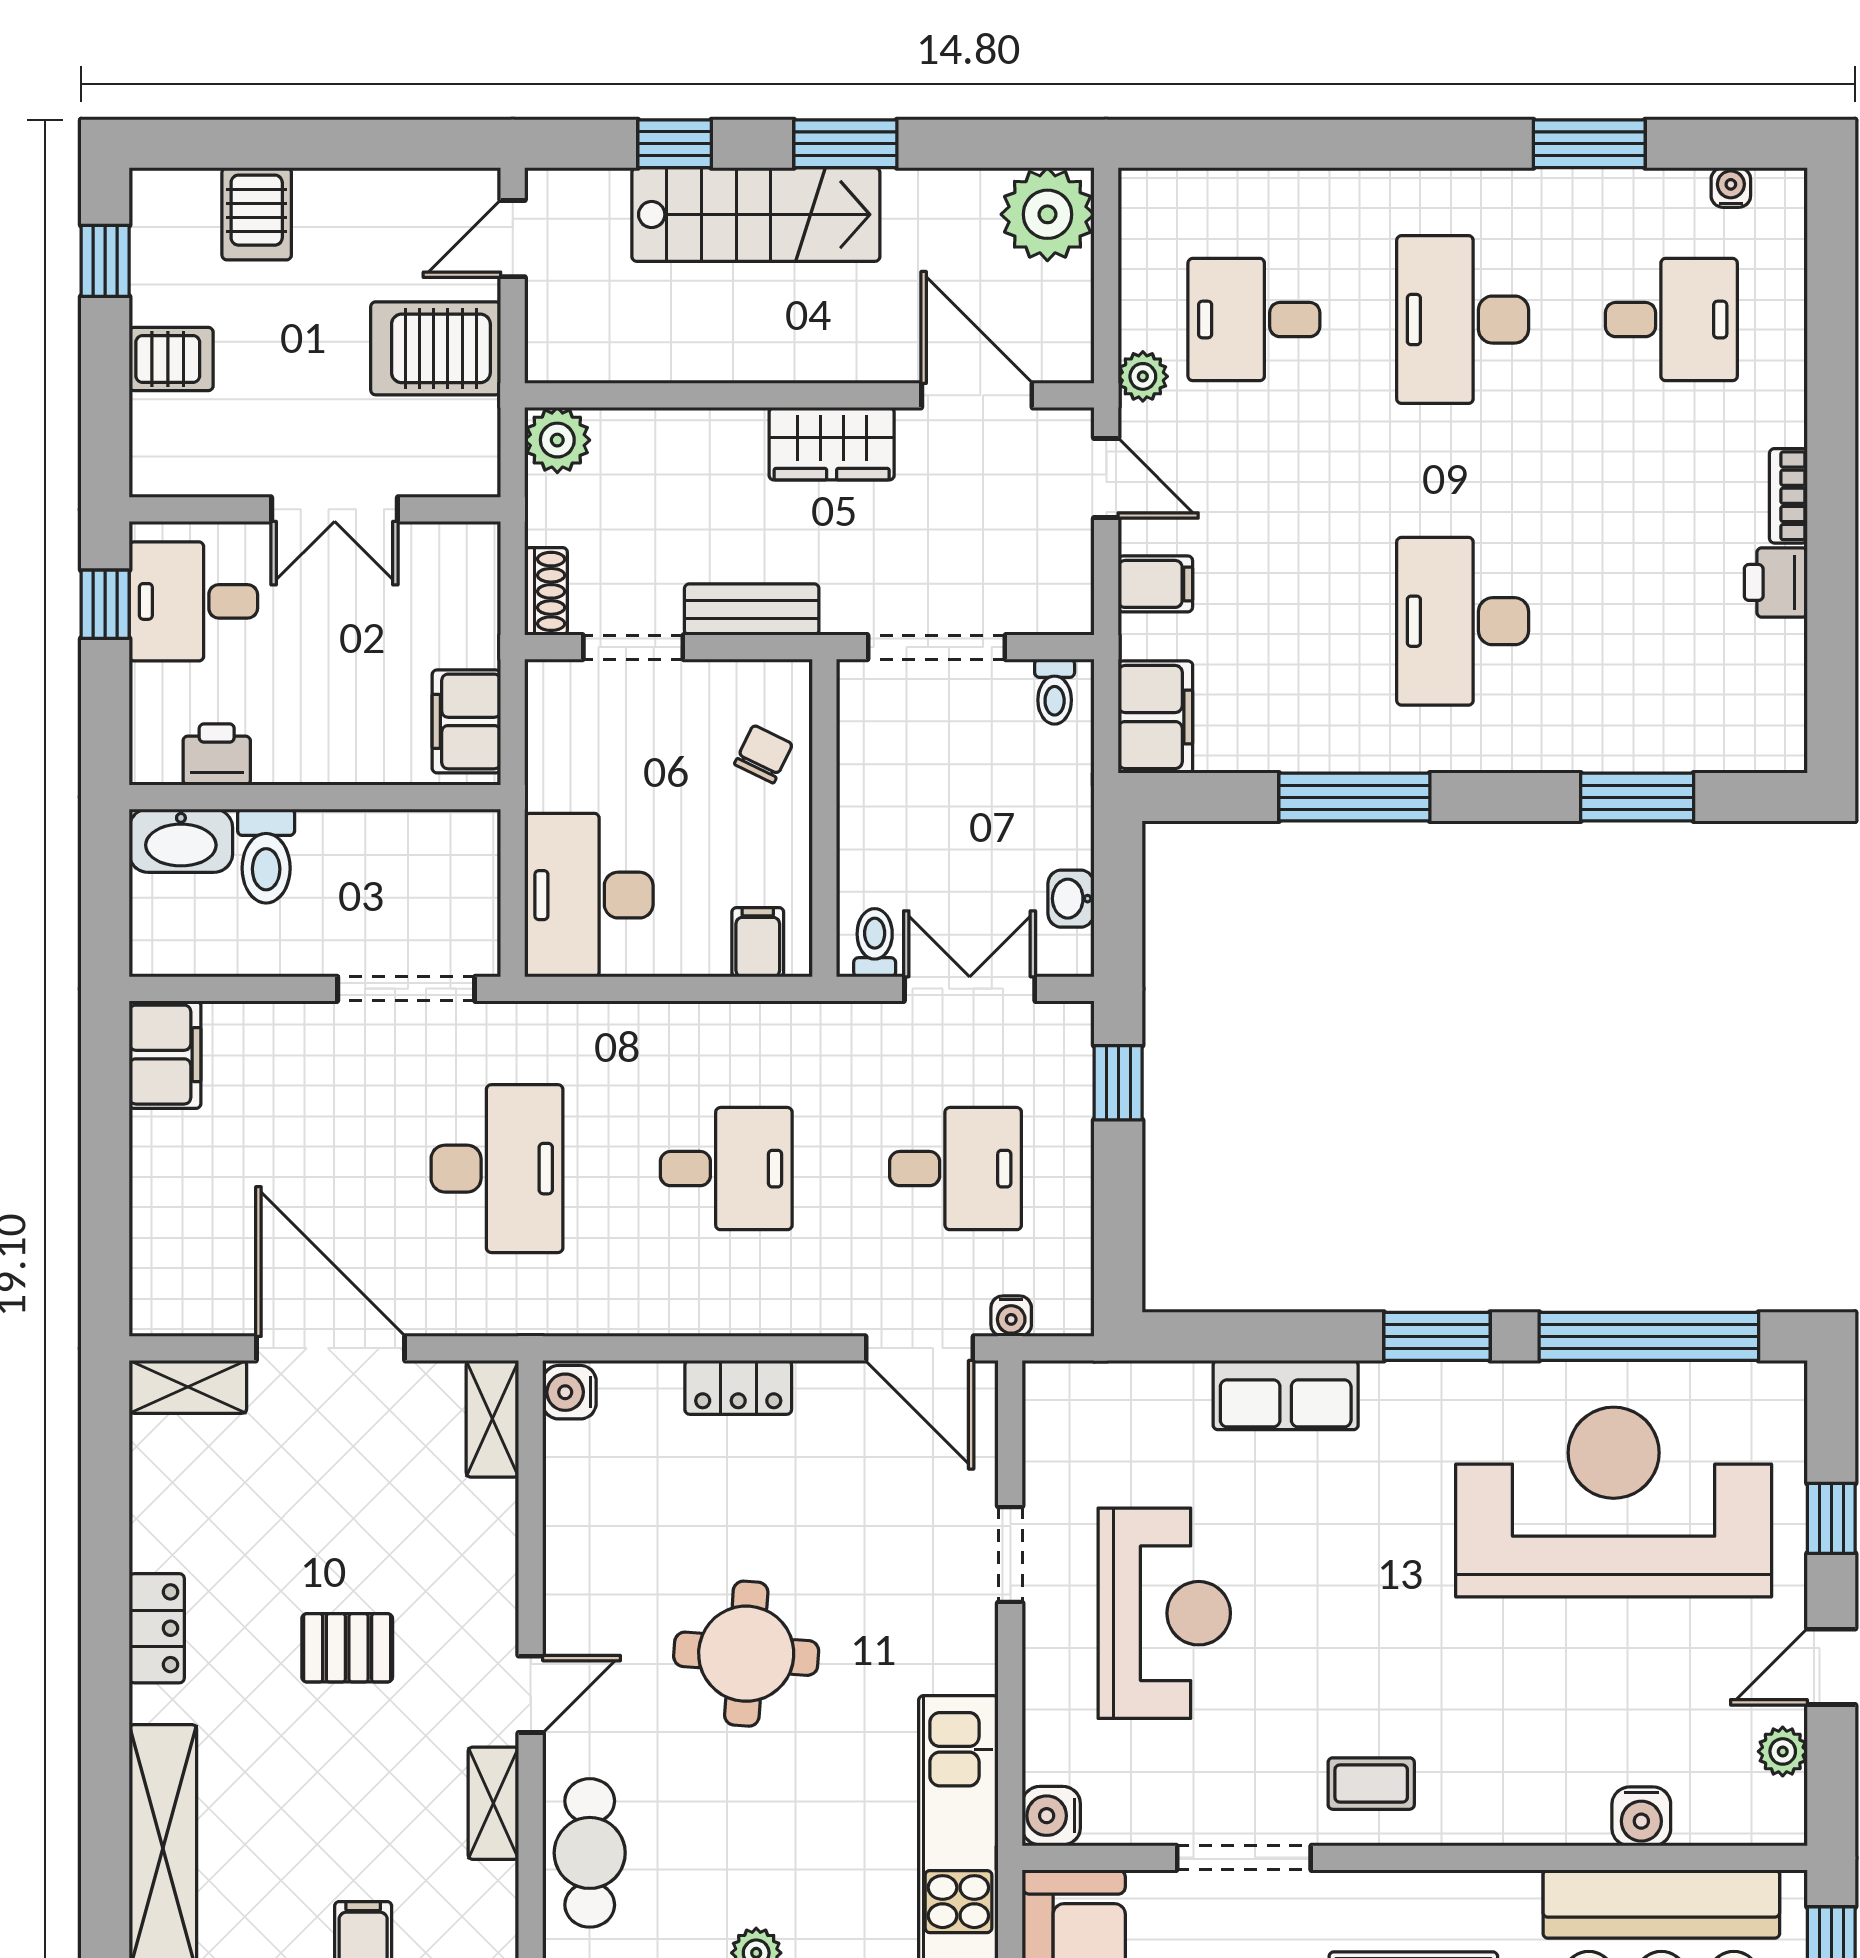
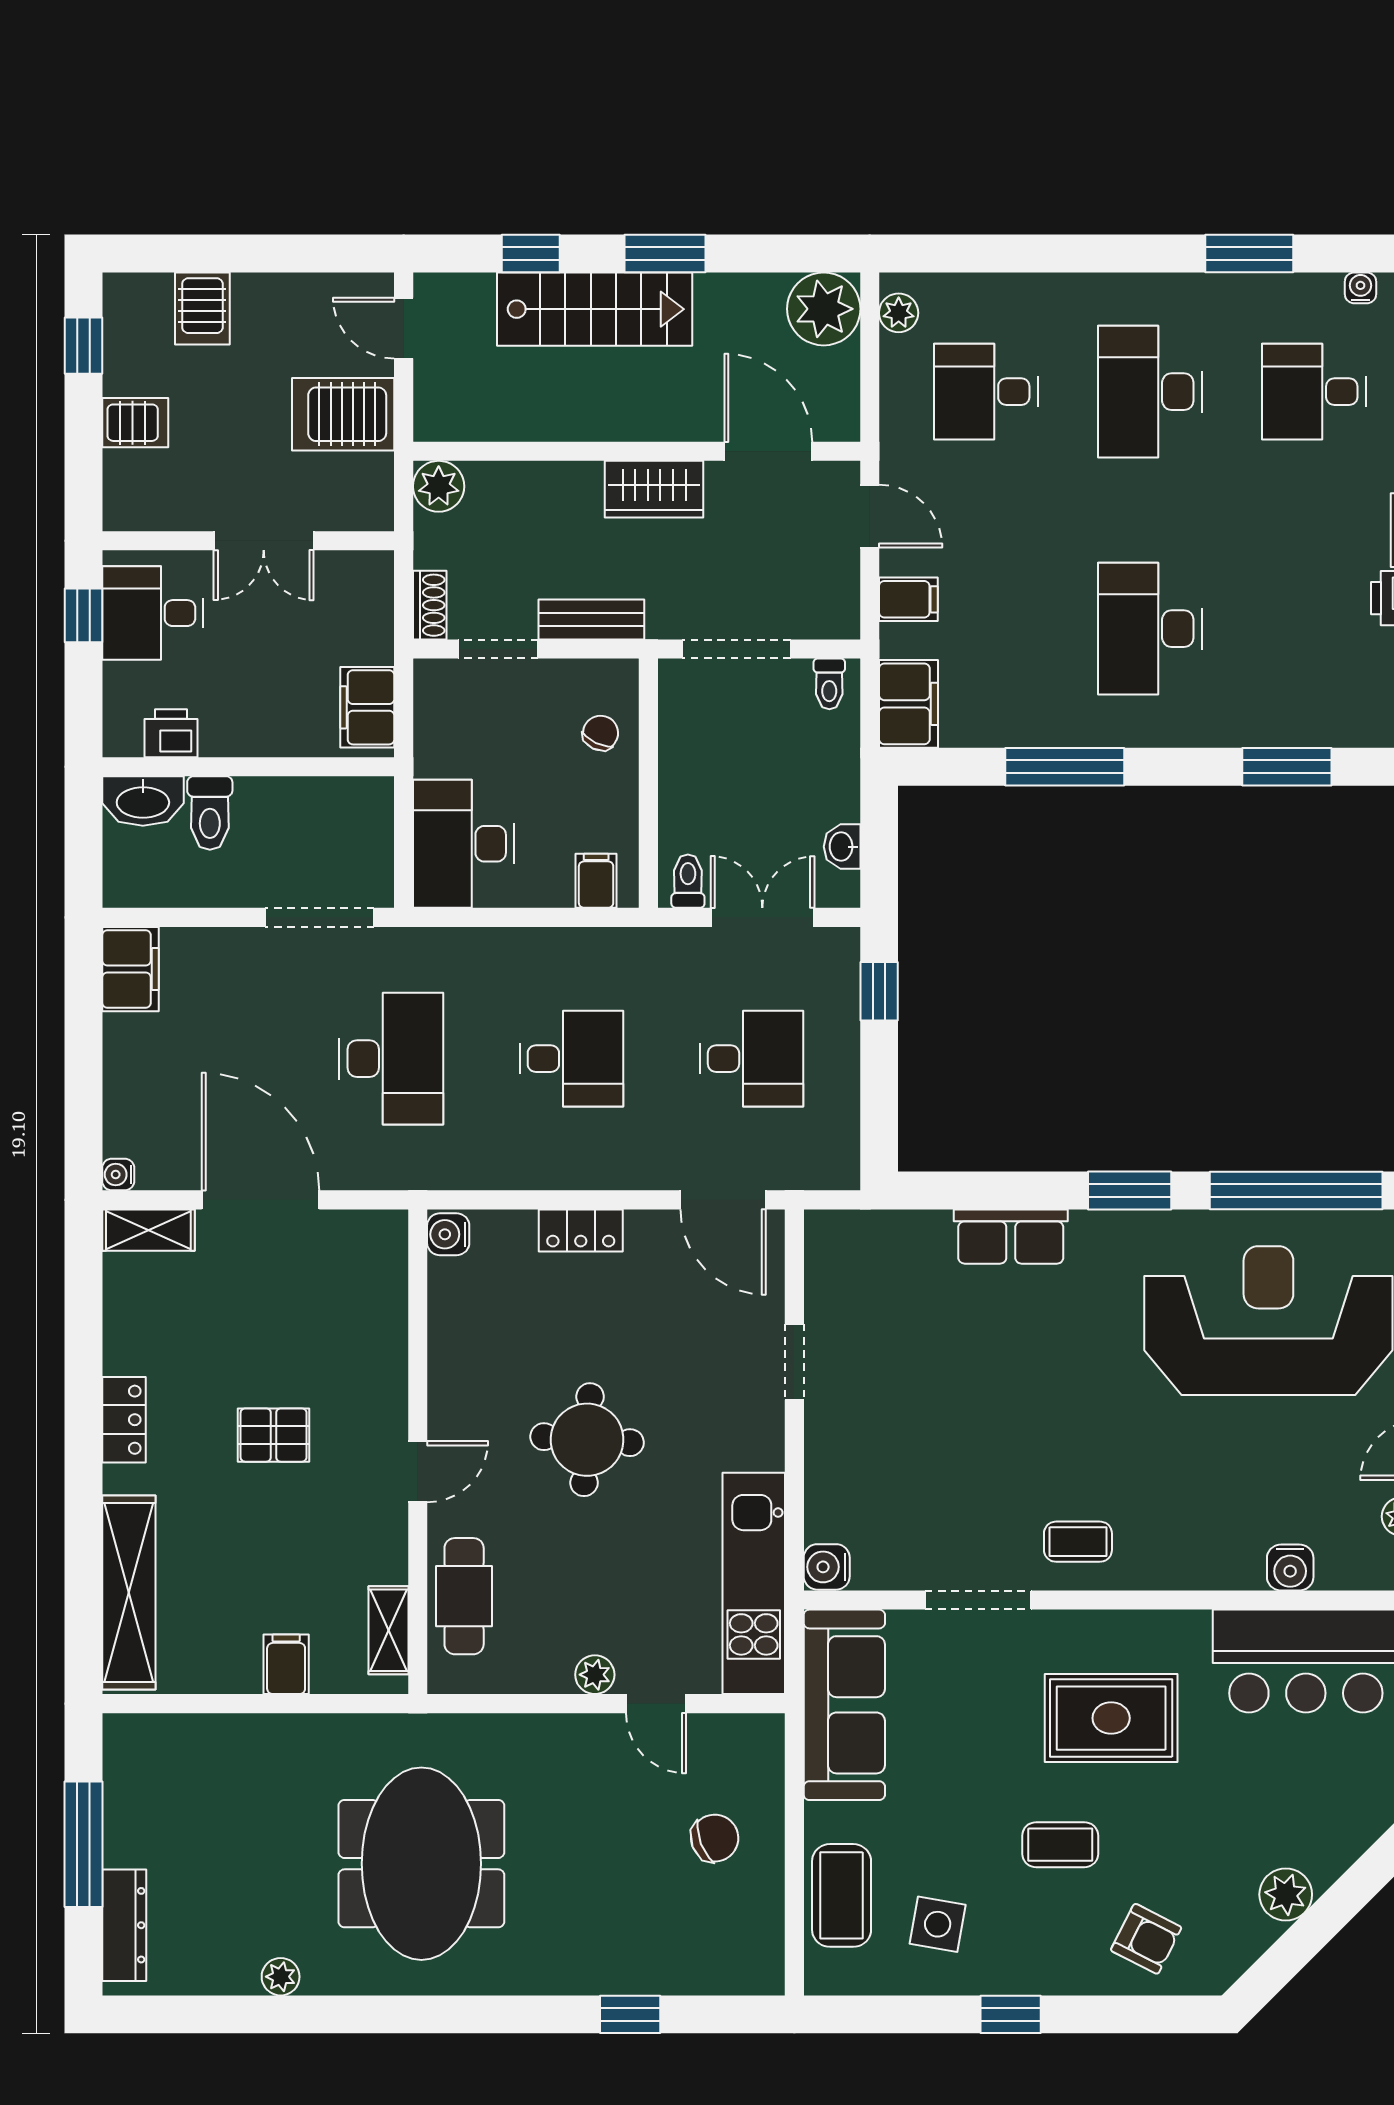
door: (513, 239) -> (404, 328), hinge flipped
desk: (1671, 320) -> (1314, 392), turned 180
plant: (1143, 376) -> (899, 313), moved
water cooler: (1011, 1316) -> (118, 1175), moved, turned 90
shelving: (492, 1419) -> (388, 1255), removed
reception desk: (1164, 1613) -> (915, 1408), removed
shelving: (493, 1803) -> (388, 1630), moved

